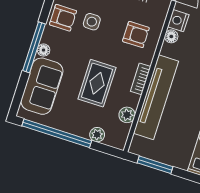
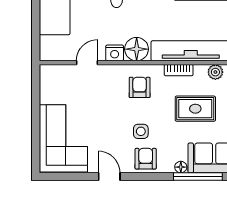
floor lamp: (171, 36) -> (137, 49), width x1.89, depth x1.89
window: (34, 47) -> (198, 177), moved

